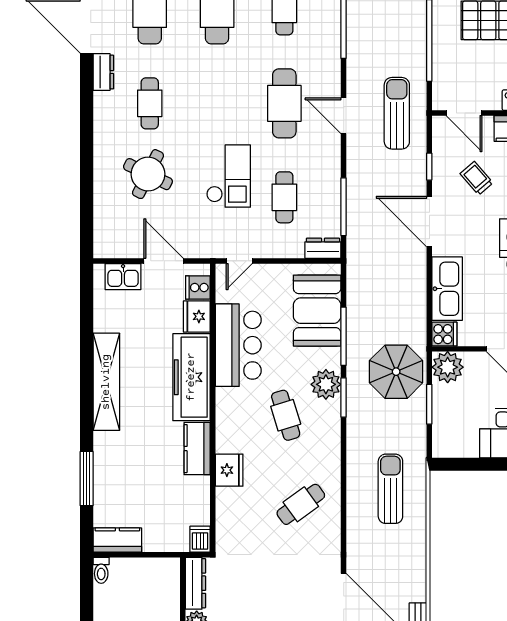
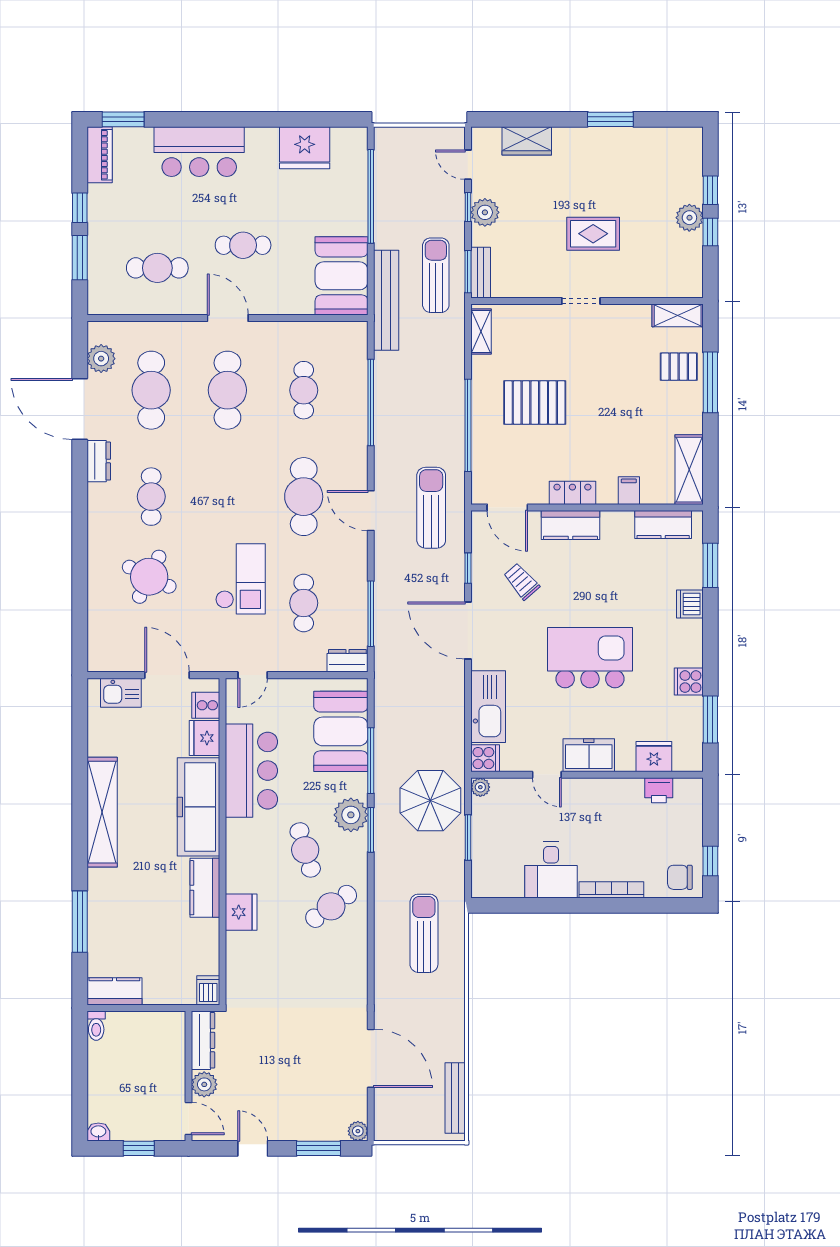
plant: (448, 367) -> (480, 787), width x0.53, depth x0.53
cafe table: (301, 504) -> (331, 906), moved

